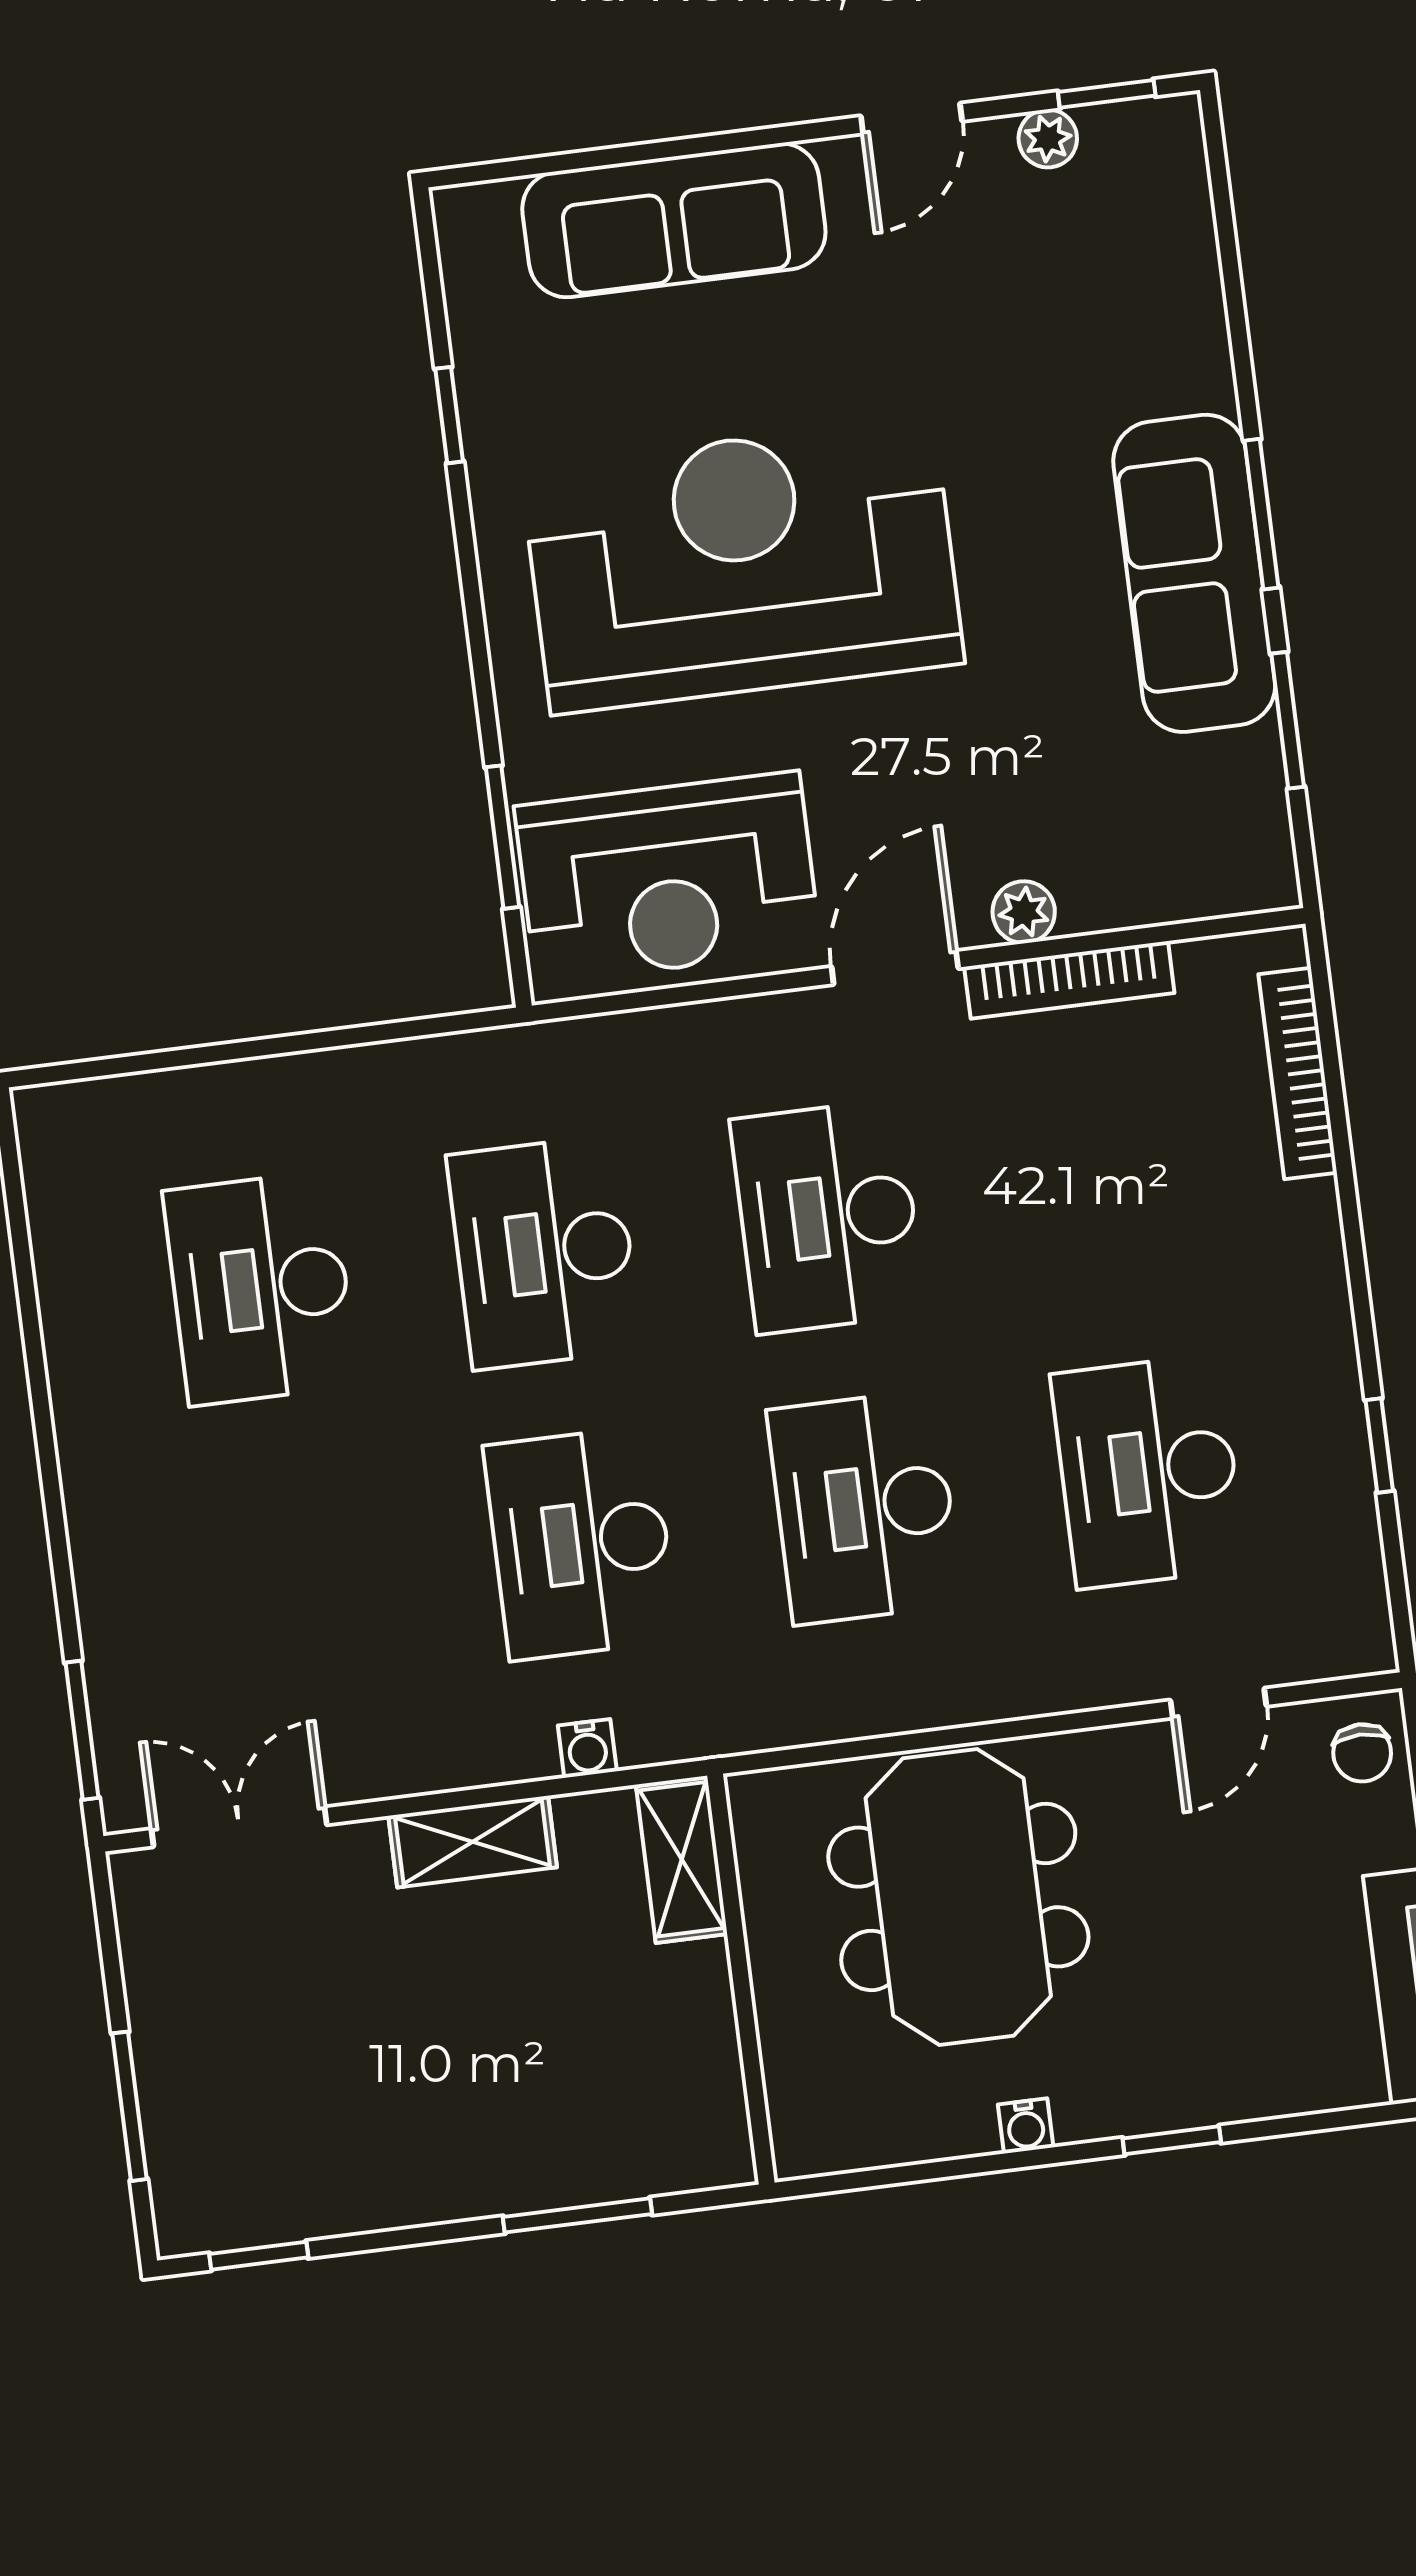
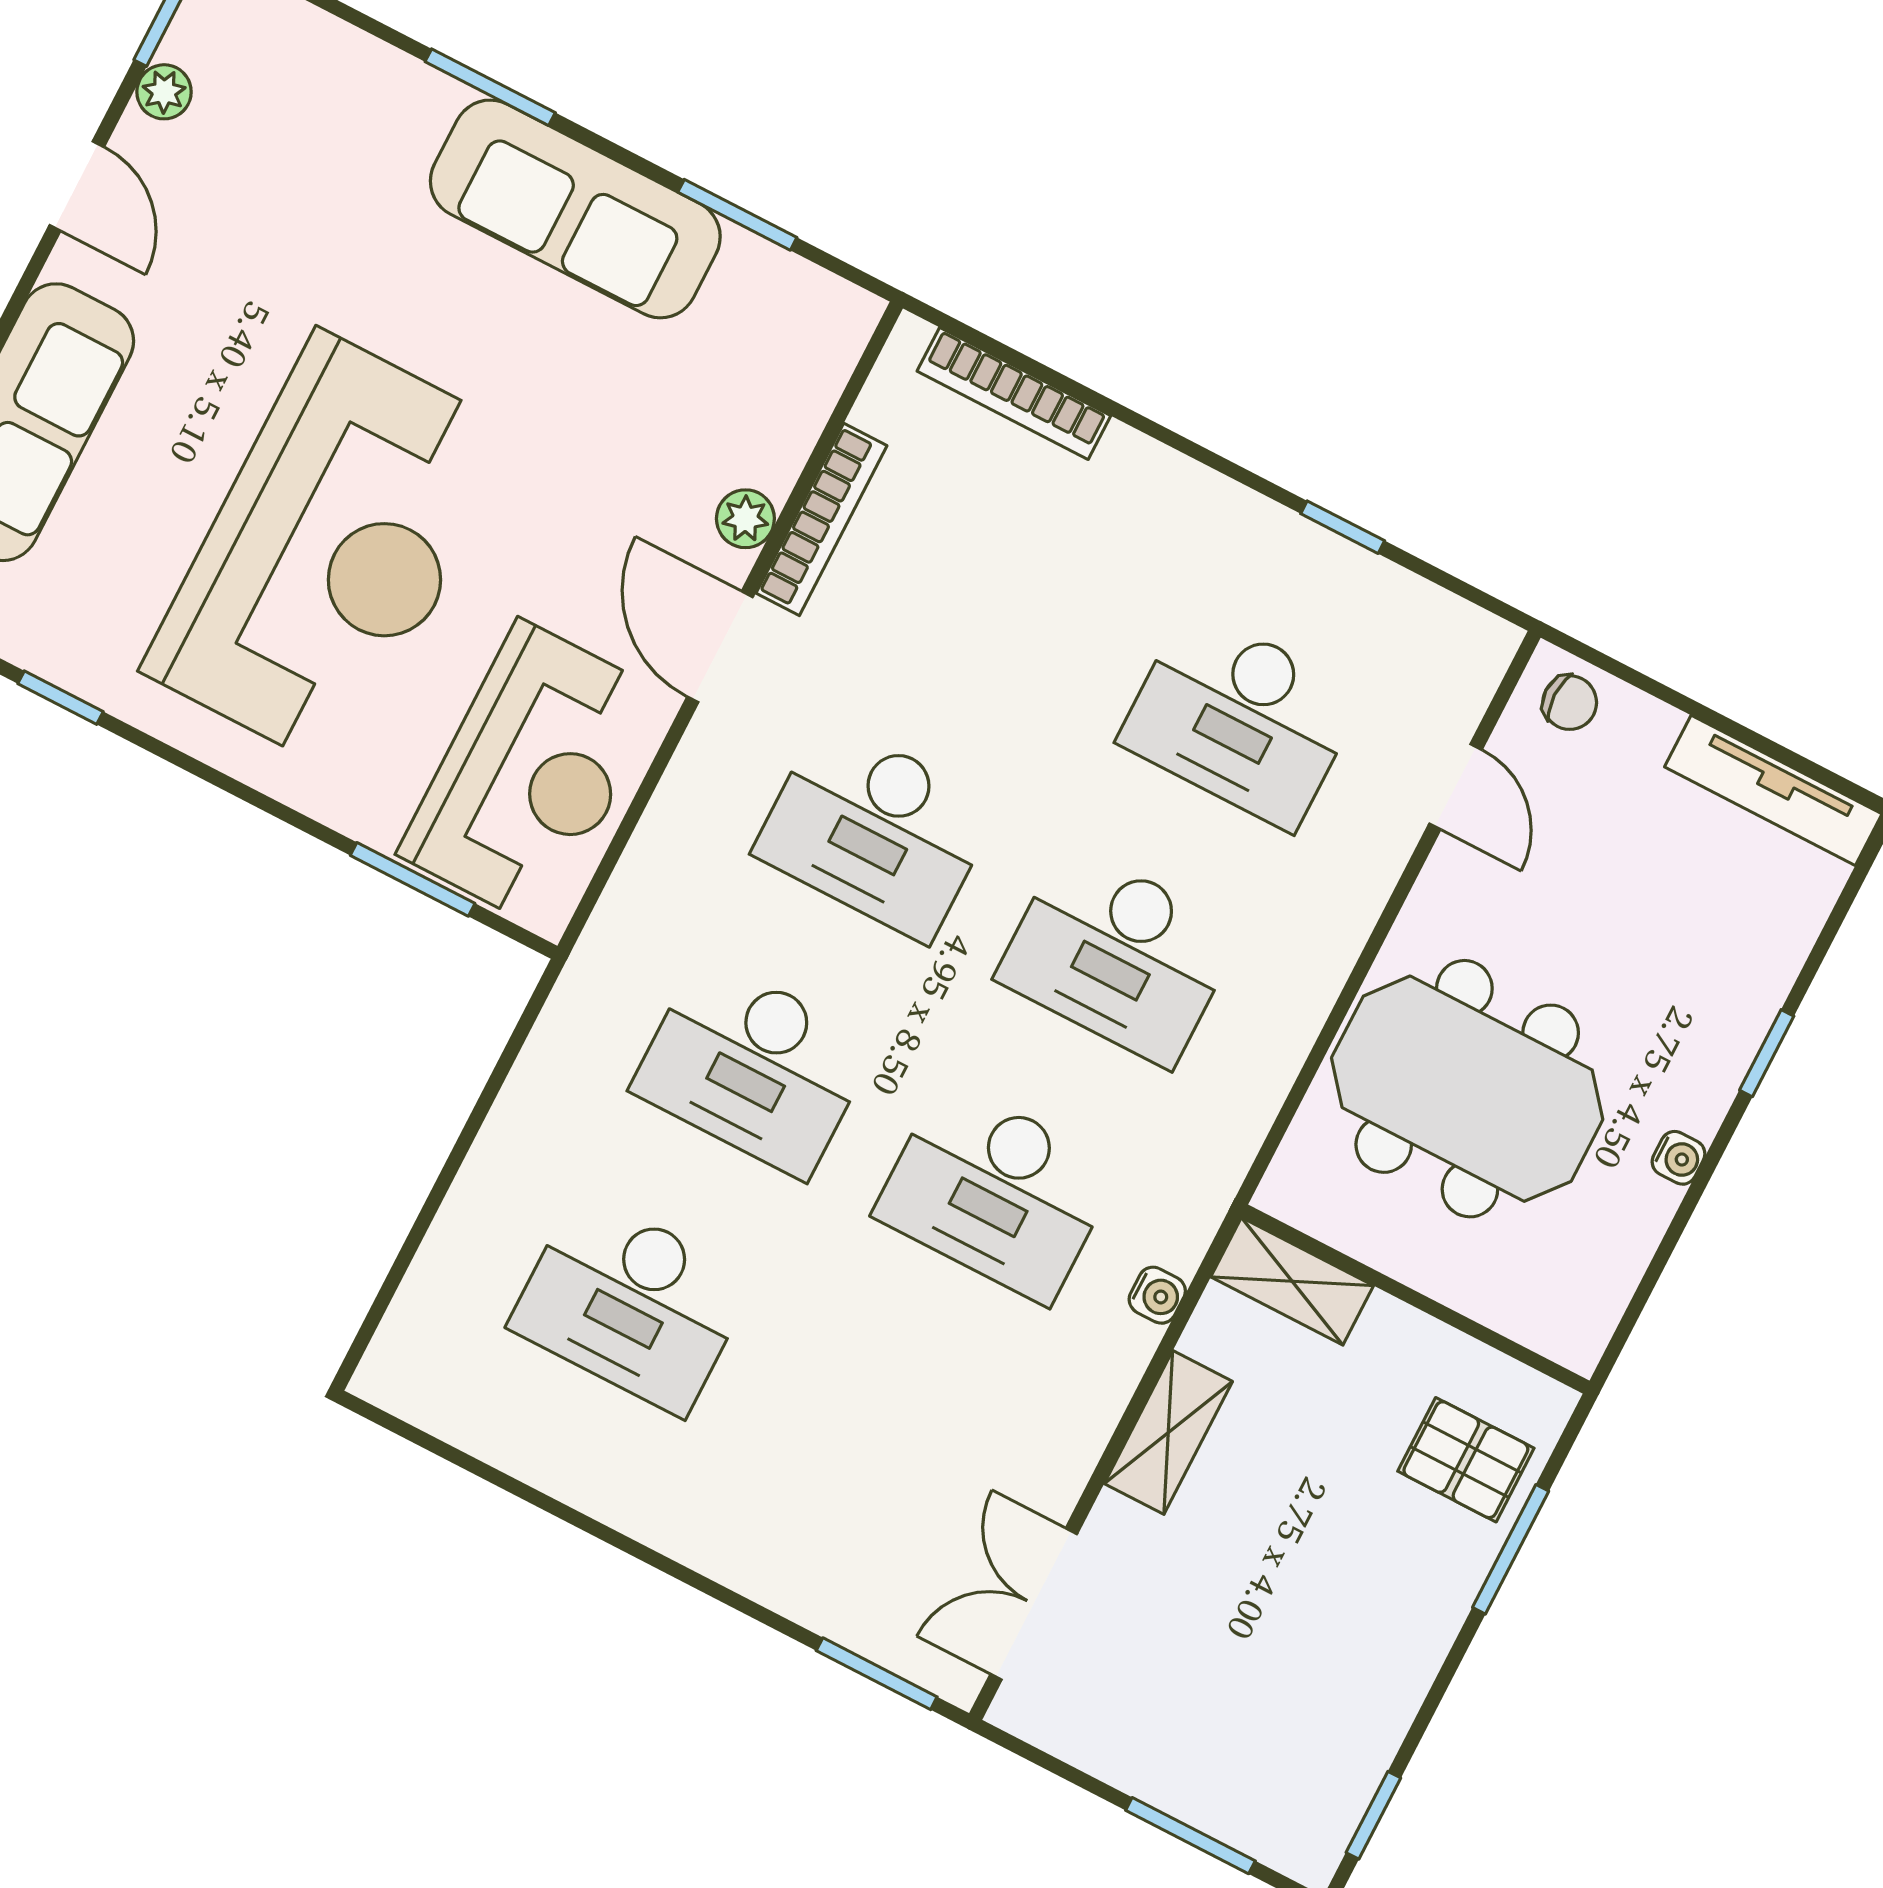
window: (1262, 514) -> (490, 87), moved
reception desk: (742, 565) -> (330, 552), turned 180
pallet: (629, 2121) -> (1466, 1460), added

